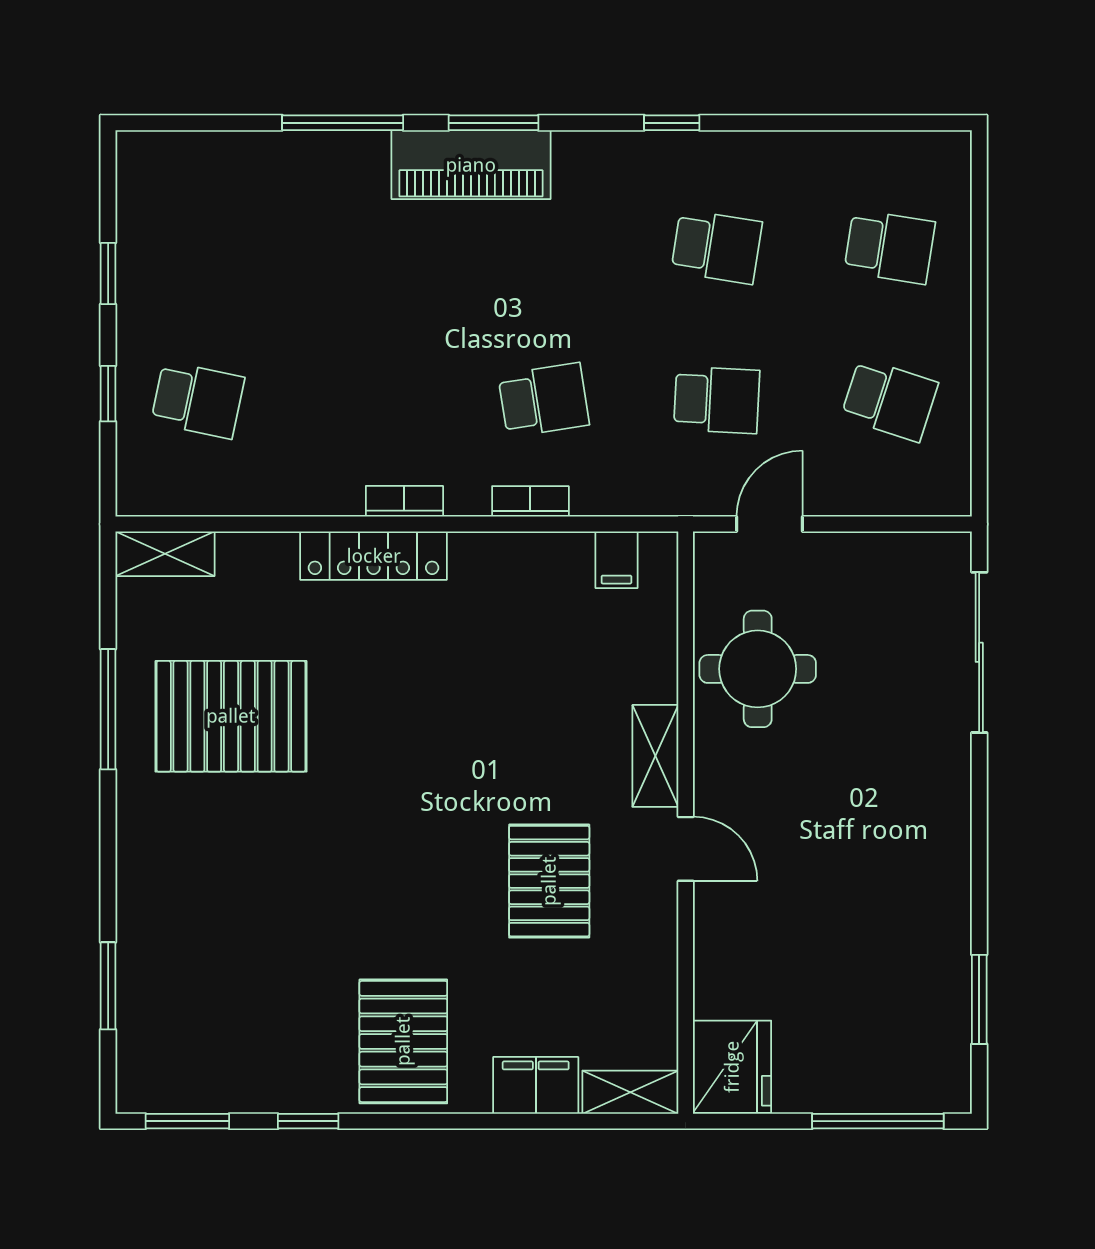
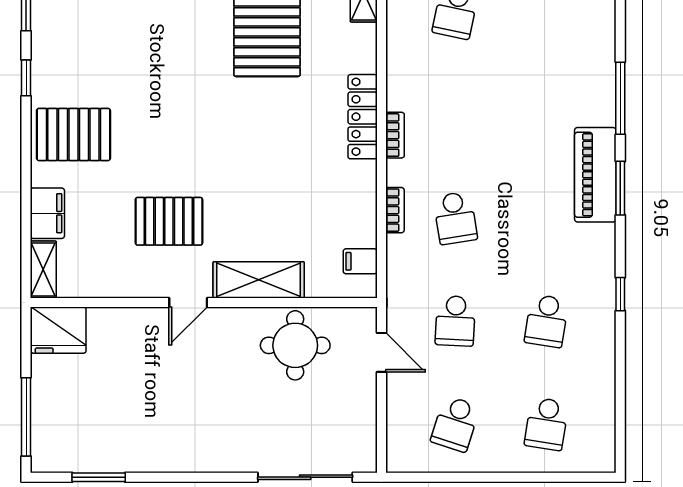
shelving: (655, 756) -> (259, 280), width x1.50, depth x1.33

